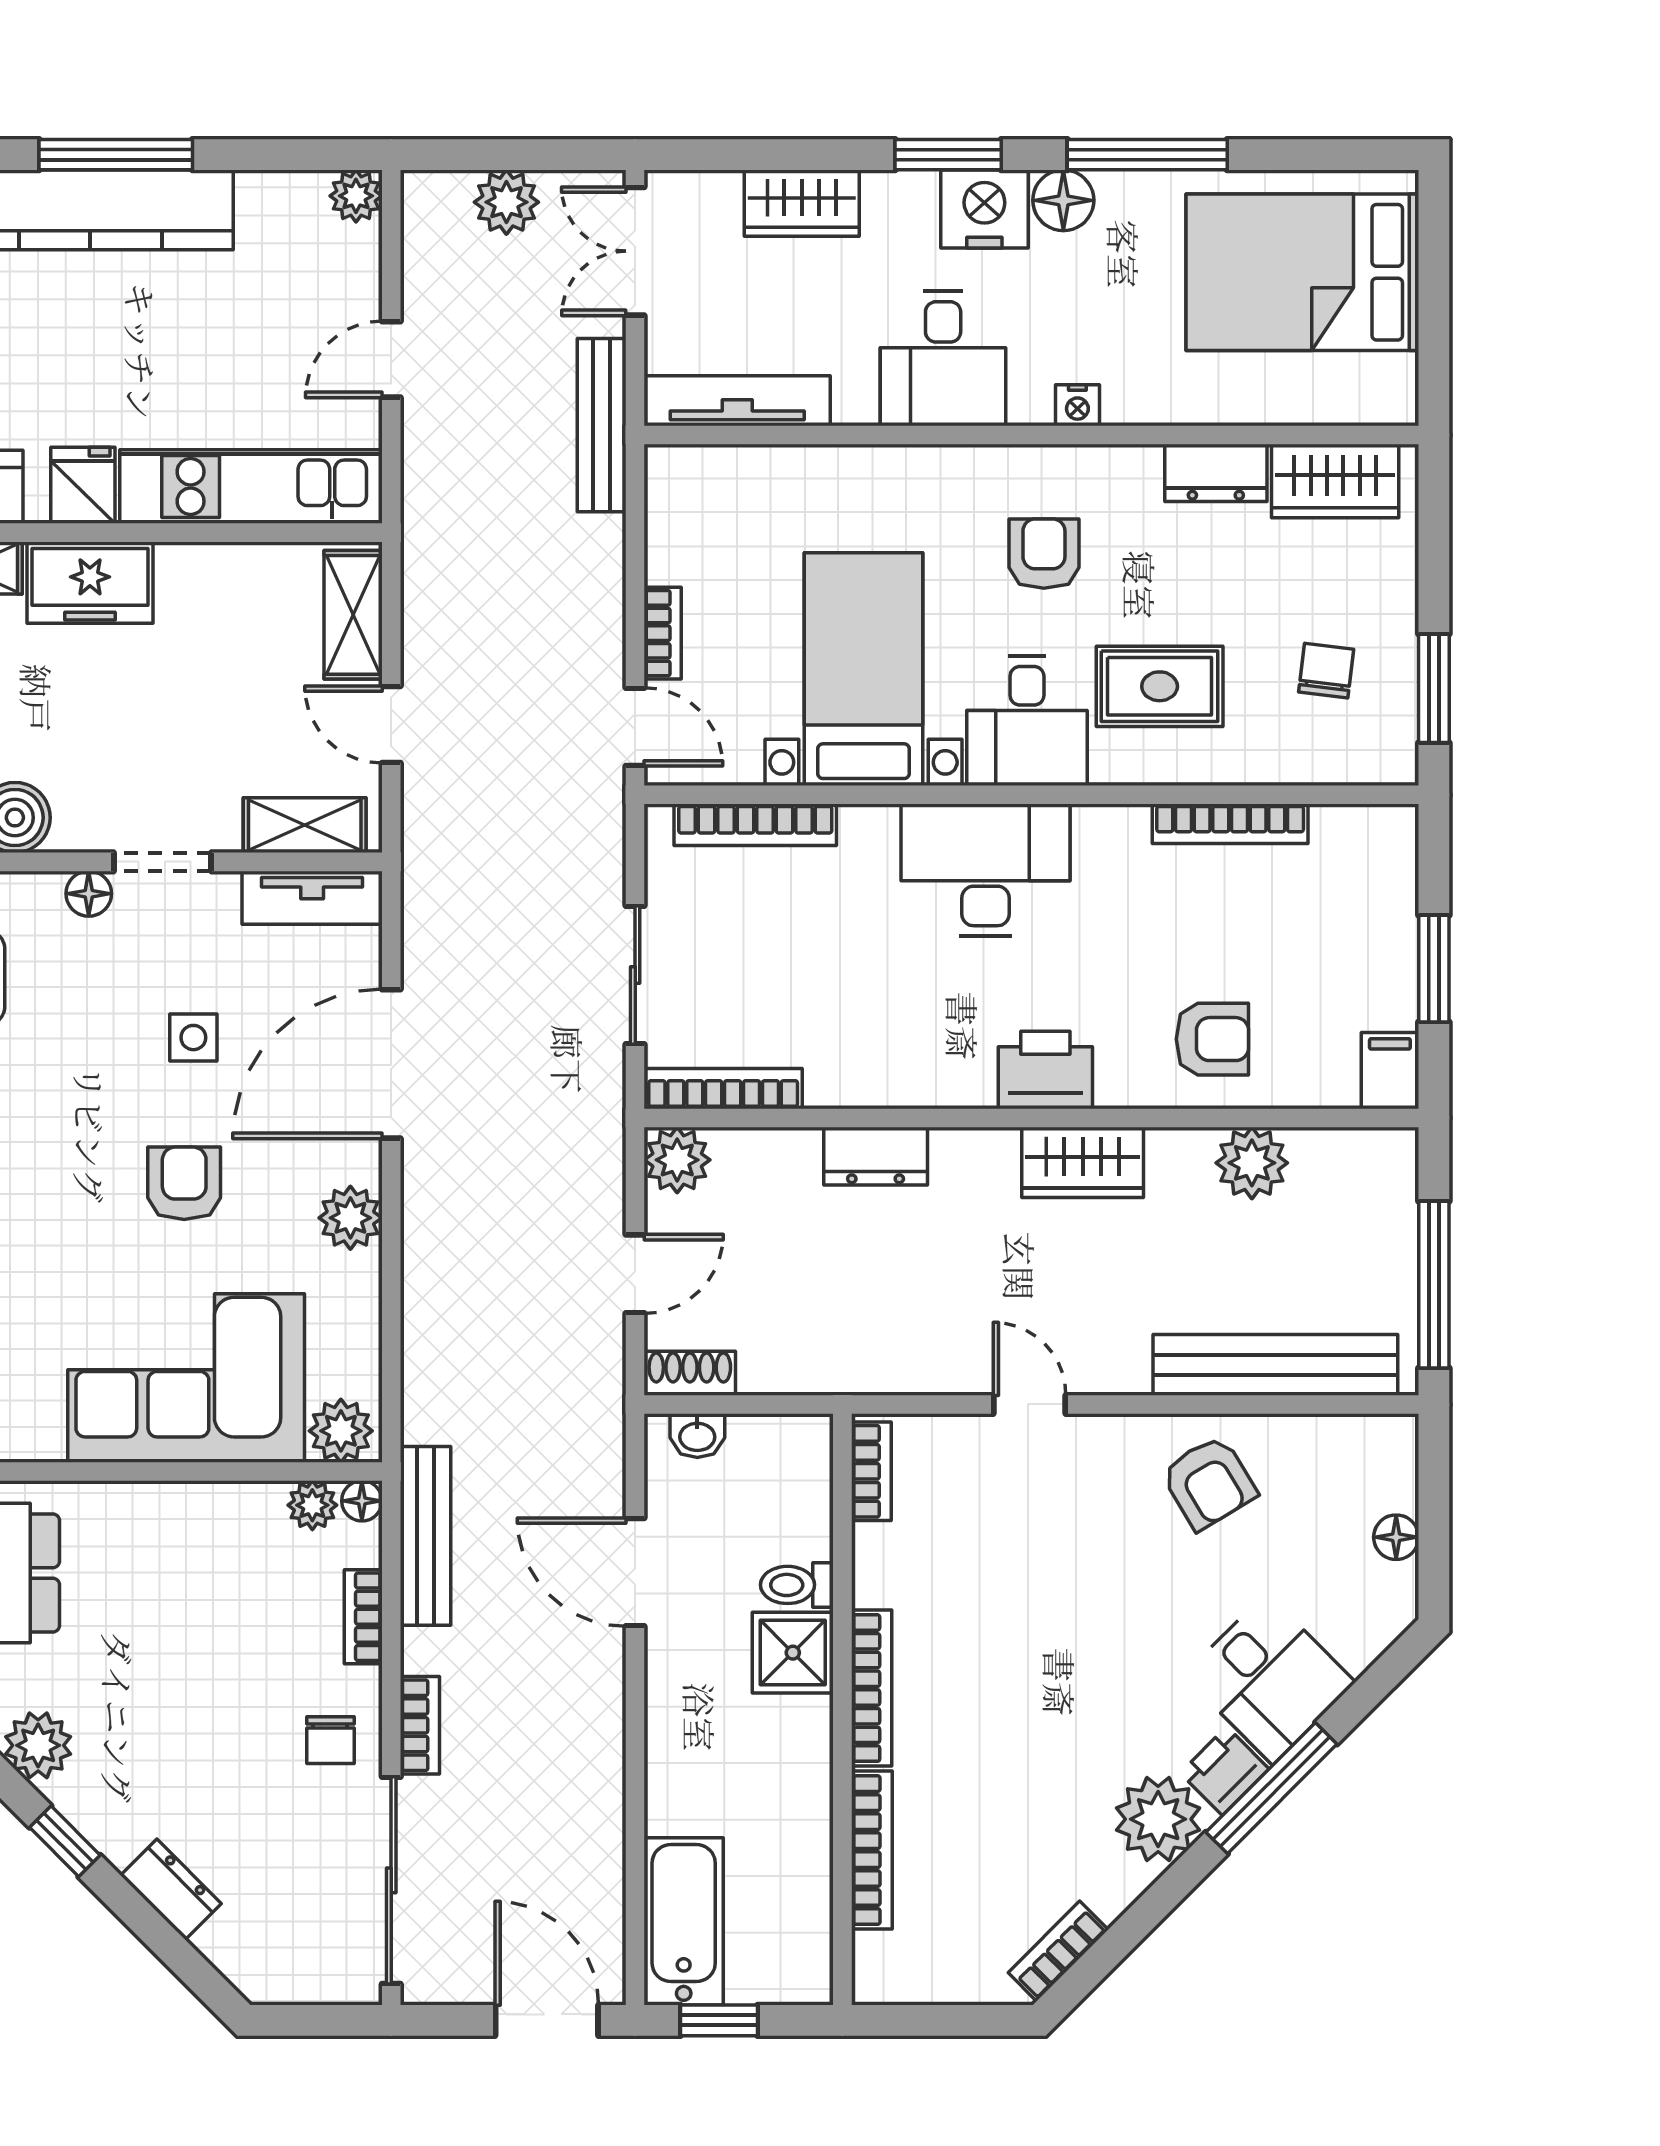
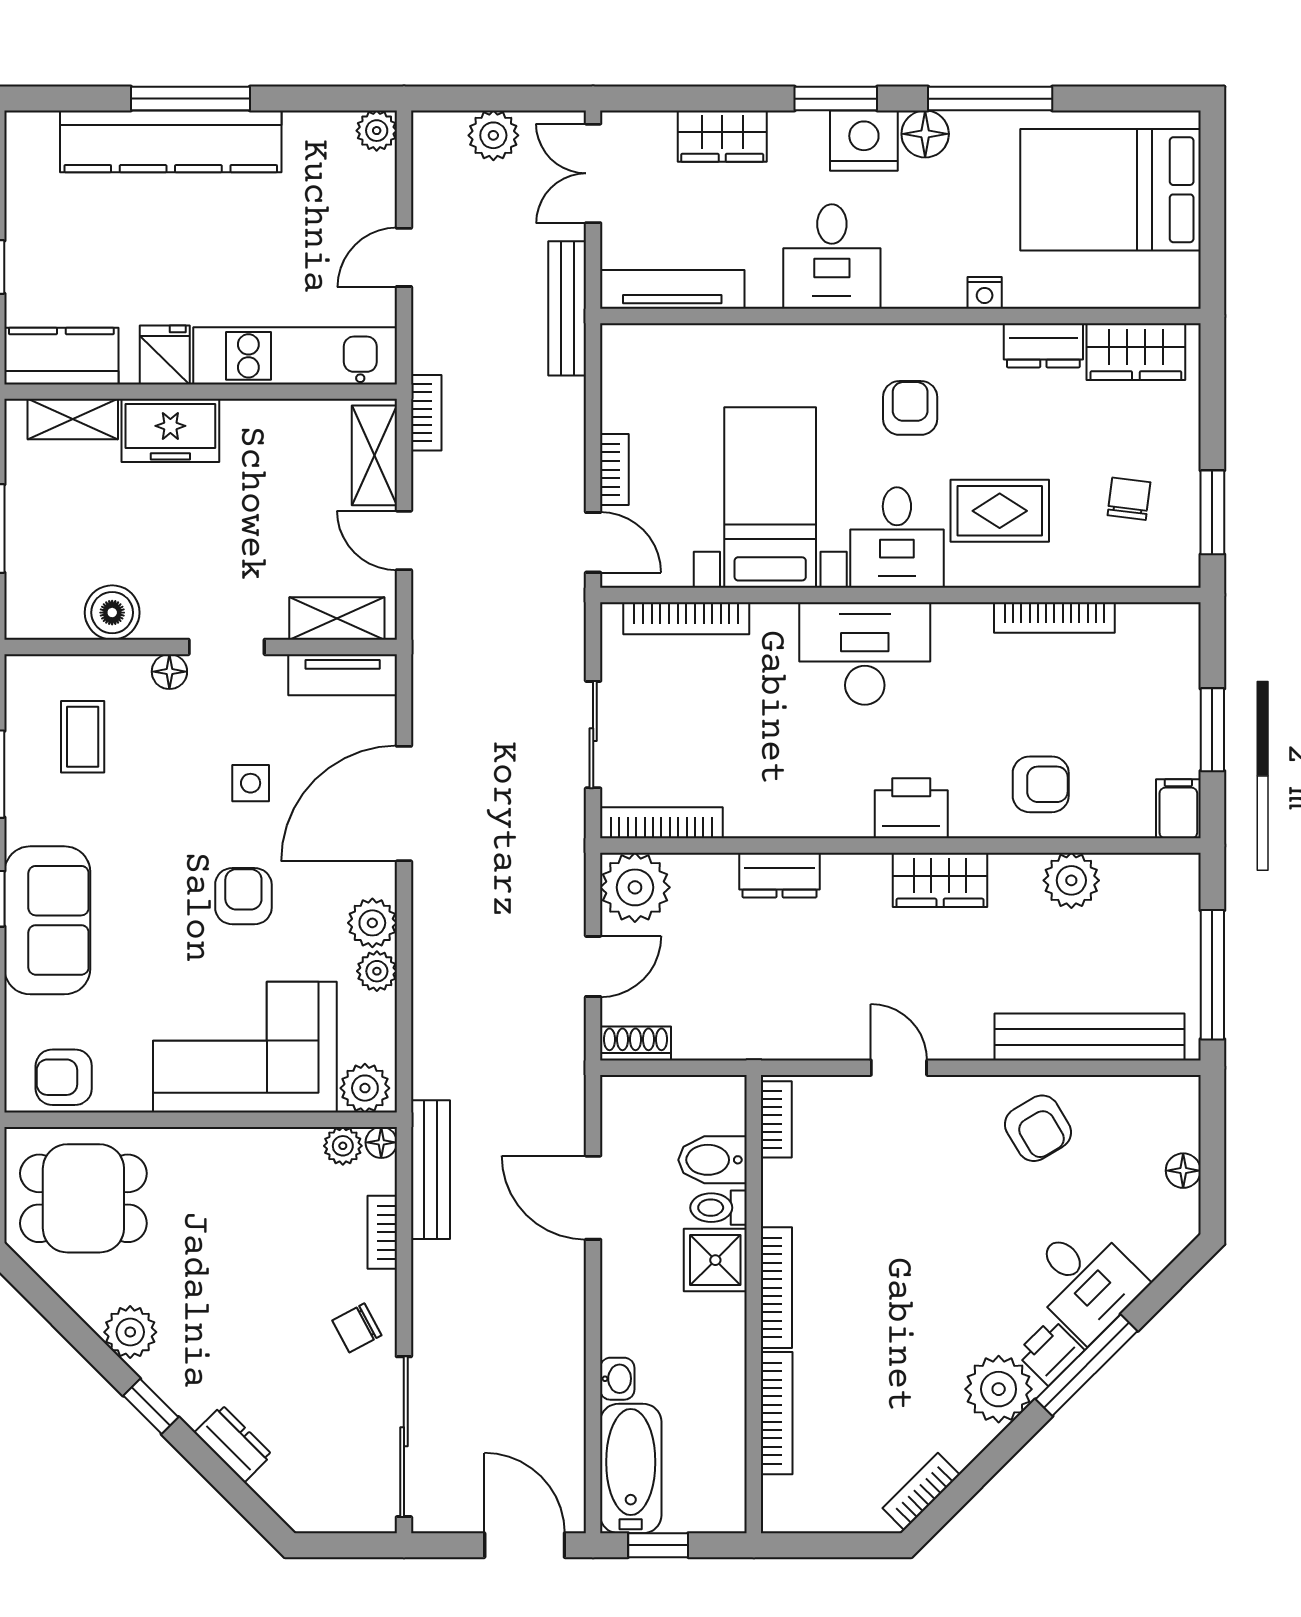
nightstand: (1077, 405) -> (985, 293), moved
plant: (677, 1160) -> (635, 887), width x1.36, depth x1.36
plant: (356, 1280) -> (377, 971), added
washbasin: (697, 1436) -> (617, 1379), moved, turned -90
bidet: (789, 1523) -> (712, 1160), added
bookcase: (420, 1725) -> (426, 413), moved
chair: (330, 1740) -> (357, 1328), turned 62

